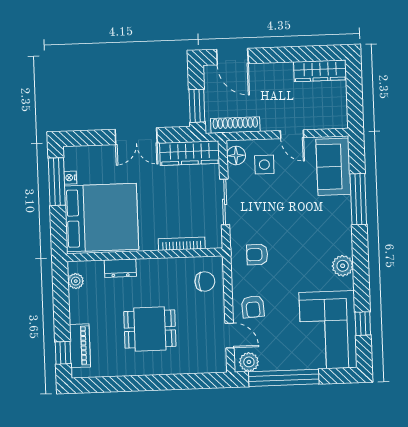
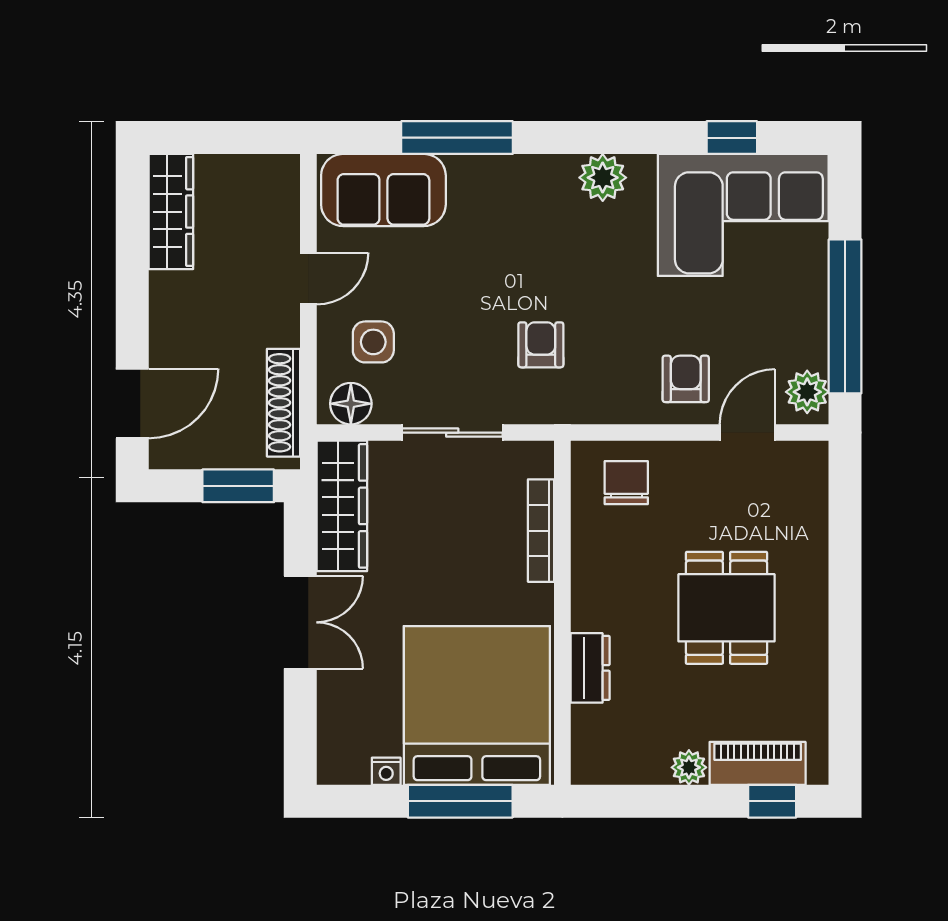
window: (57, 182) -> (460, 801), moved
armchair: (257, 255) -> (541, 345), moved, turned 180
plant: (76, 281) -> (689, 767), moved
armchair: (253, 307) -> (686, 379), turned -86

